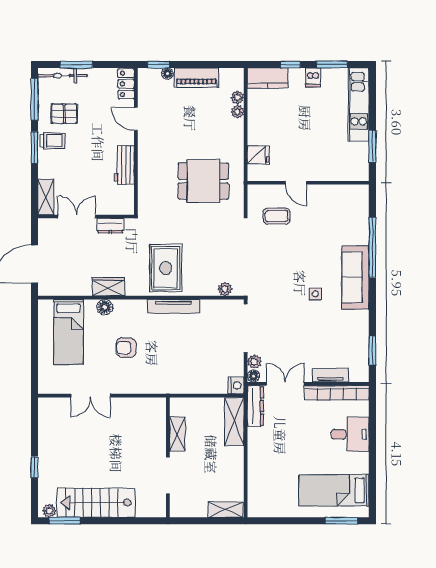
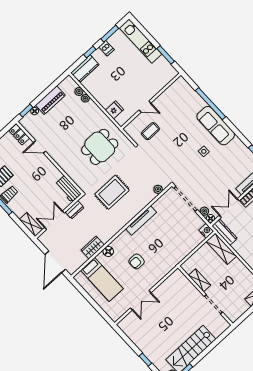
workbench: (124, 165) -> (68, 189), moved
rug: (166, 268) -> (112, 192), moved, turned 90
wardrobe: (108, 287) -> (93, 248), moved

